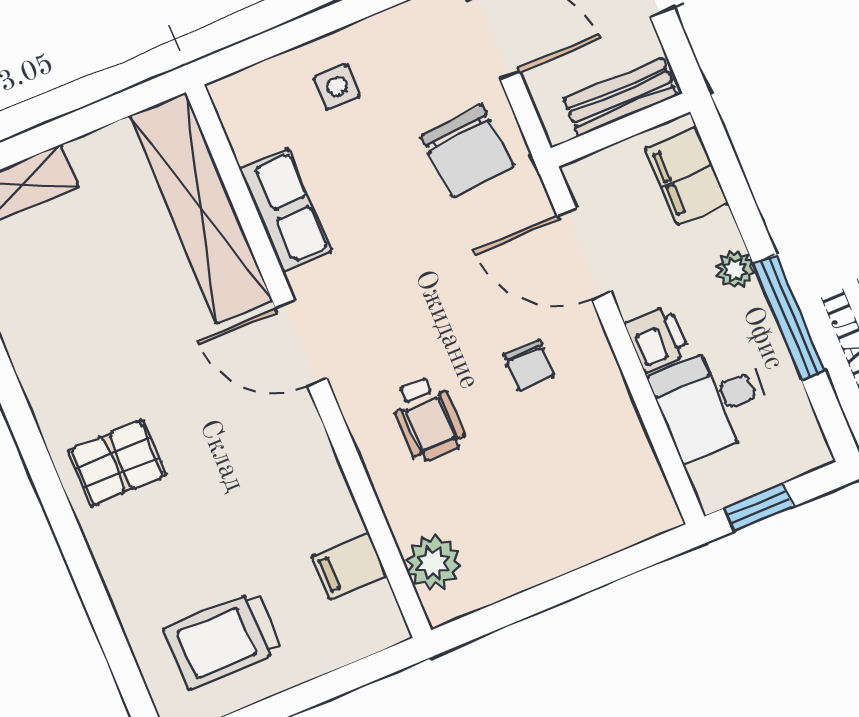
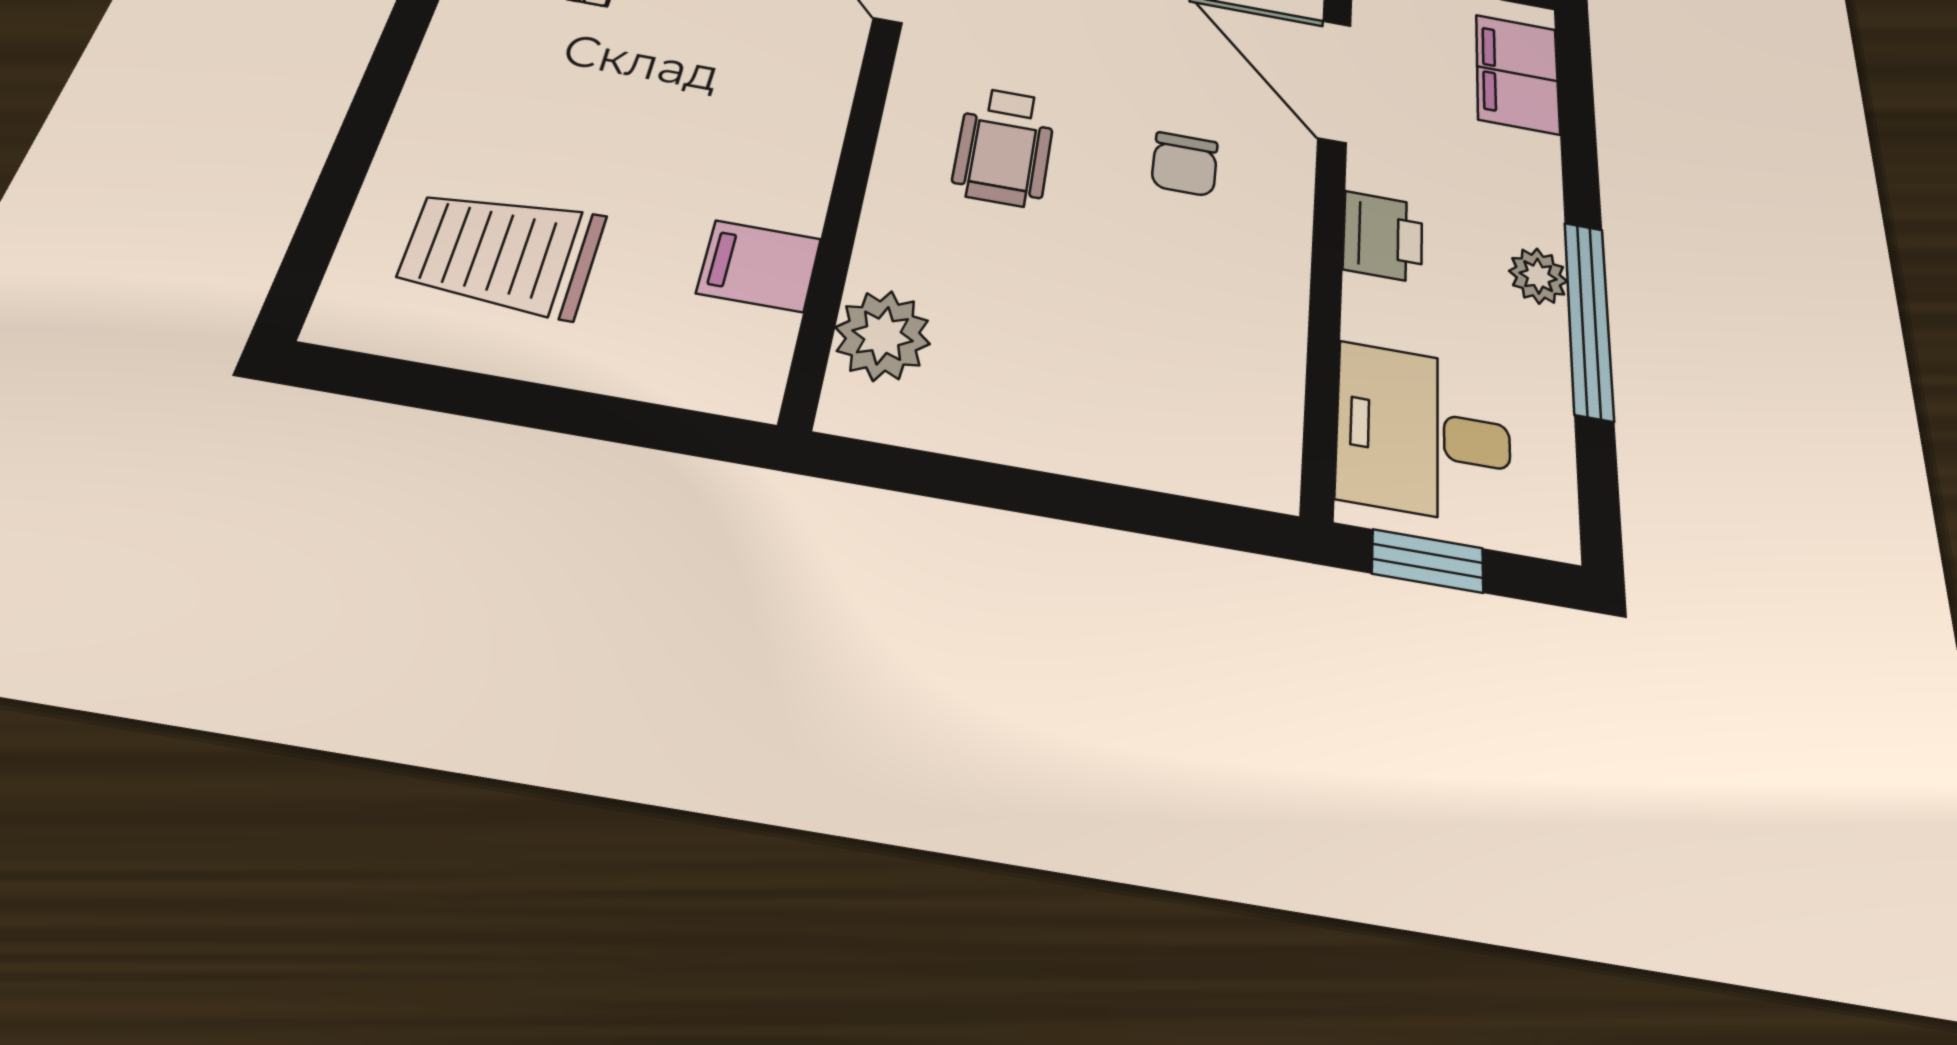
plant: (735, 269) -> (1538, 276), moved
desk: (712, 402) -> (1424, 433), moved

